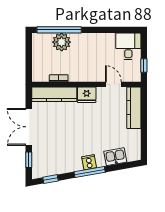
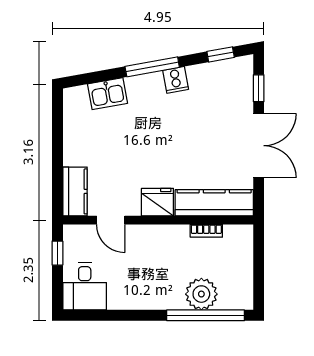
kitchen counter: (134, 108) -> (75, 191), width x0.67
cooker: (89, 162) -> (176, 80), moved

